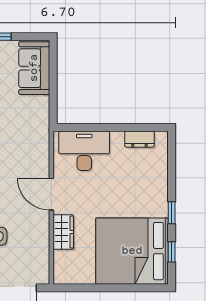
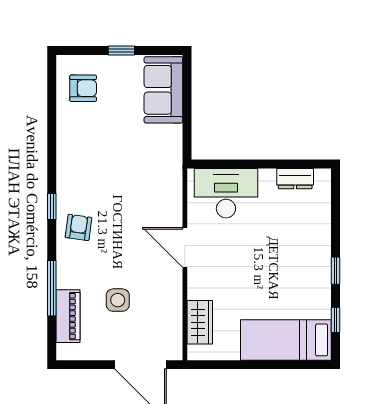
wardrobe: (63, 232) -> (200, 322), moved
bed: (132, 251) -> (286, 340), width x0.49

